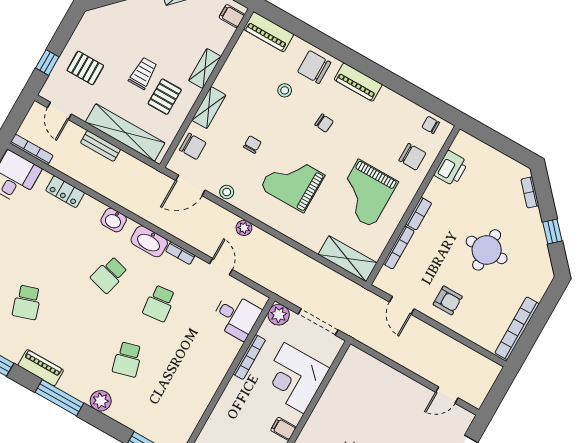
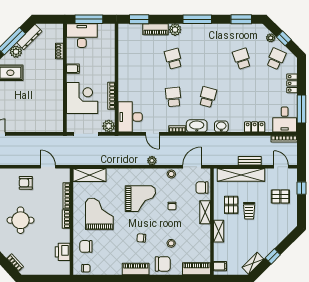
desk: (236, 316) -> (130, 117), width x1.37
piano: (41, 368) -> (155, 29), moved

